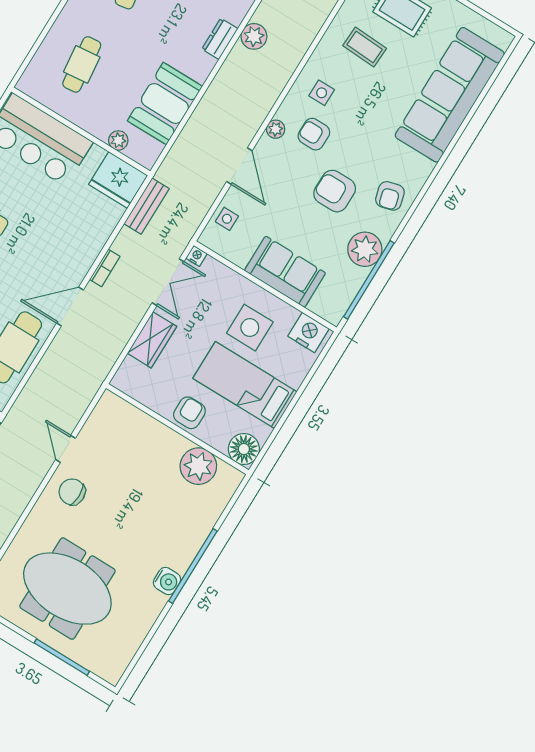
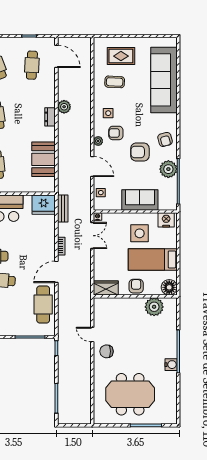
plant: (118, 140) -> (33, 188), removed
wardrobe: (152, 340) -> (106, 288), moved, turned -90

